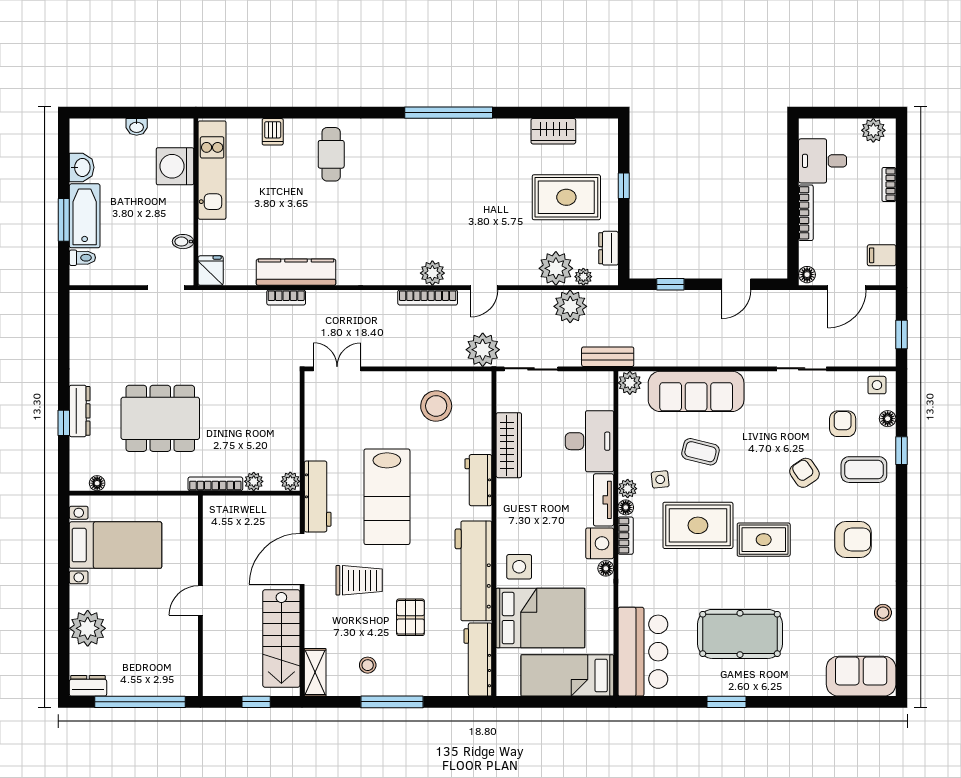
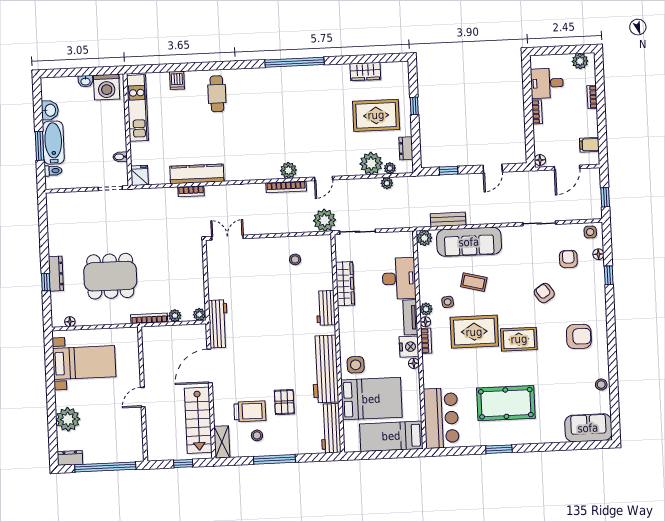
washing machine: (175, 166) -> (107, 87), moved, turned -90
bookcase: (806, 213) -> (537, 112), width x0.64
plant: (570, 306) -> (387, 183), width x0.53, depth x0.53
bench: (608, 357) -> (448, 219), moved
stool: (436, 406) -> (295, 259), width x0.53, depth x0.53
coffee table: (864, 470) -> (584, 289), removed
lab bench: (387, 497) -> (265, 322), removed
trolley: (359, 580) -> (250, 411), moved

